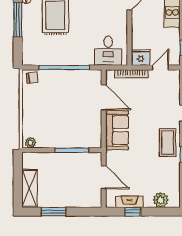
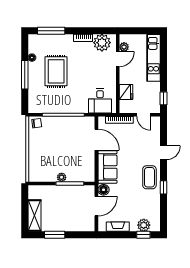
fridge: (141, 58) -> (126, 92), moved, turned 90
door: (160, 67) -> (144, 115), swing flipped
plant: (31, 143) -> (62, 177), moved
floor lamp: (112, 158) -> (104, 190), added
door: (104, 177) -> (96, 206), hinge flipped
window: (133, 212) -> (143, 235), moved

